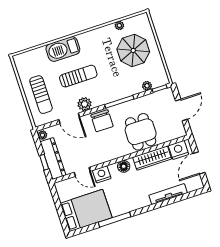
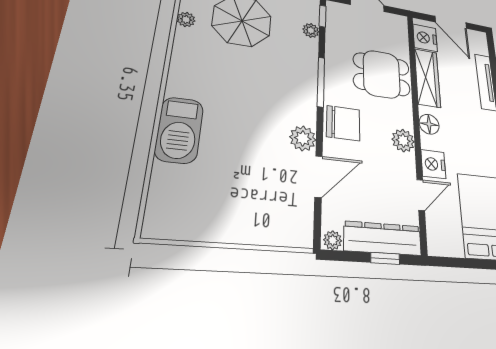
sun lounger: (78, 76) -> (246, 126), removed
sun lounger: (41, 95) -> (252, 210), removed
plant: (107, 155) -> (403, 141), added

